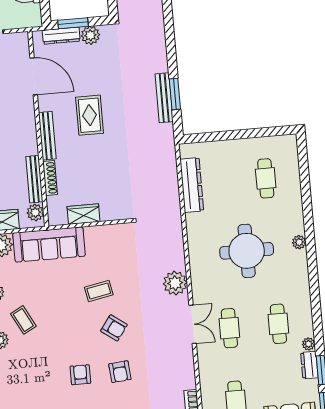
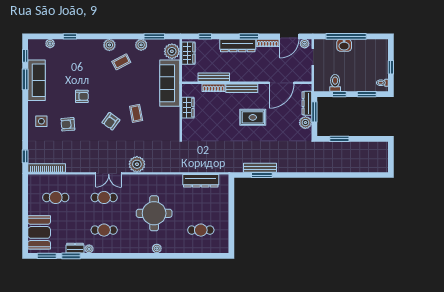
plant: (35, 212) -> (192, 76), removed
armchair: (120, 372) -> (68, 124), moved

